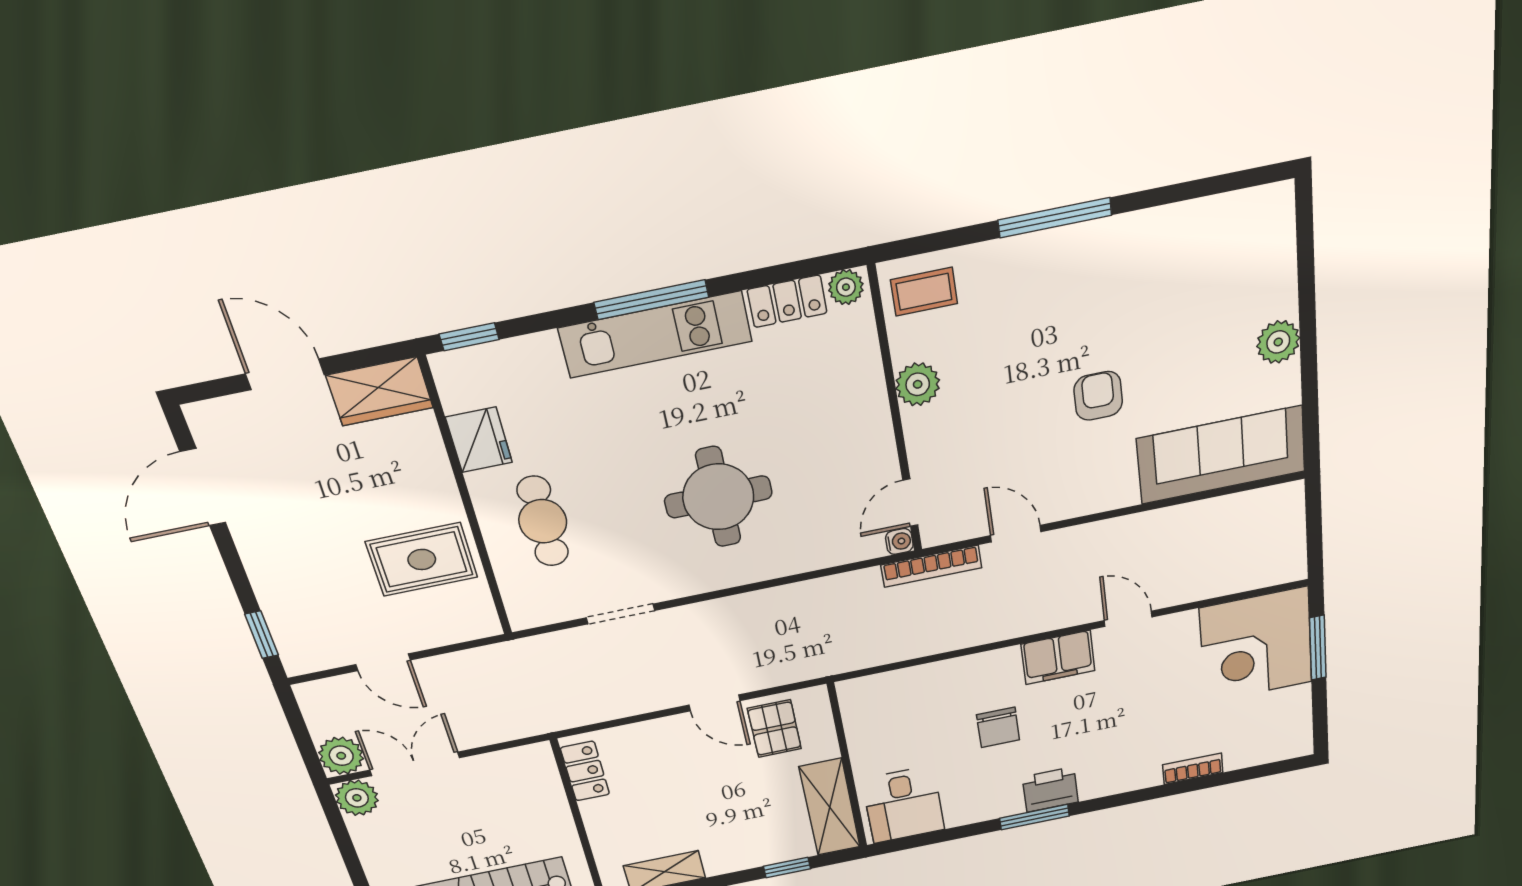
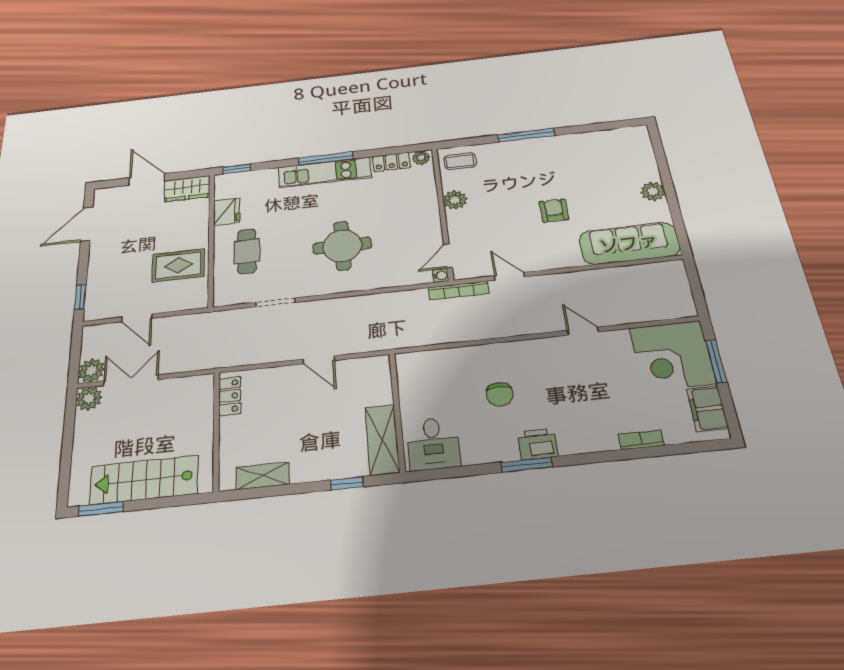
filing cabinet: (1058, 657) -> (707, 409), moved, turned 90
pallet: (774, 729) -> (353, 380), removed

